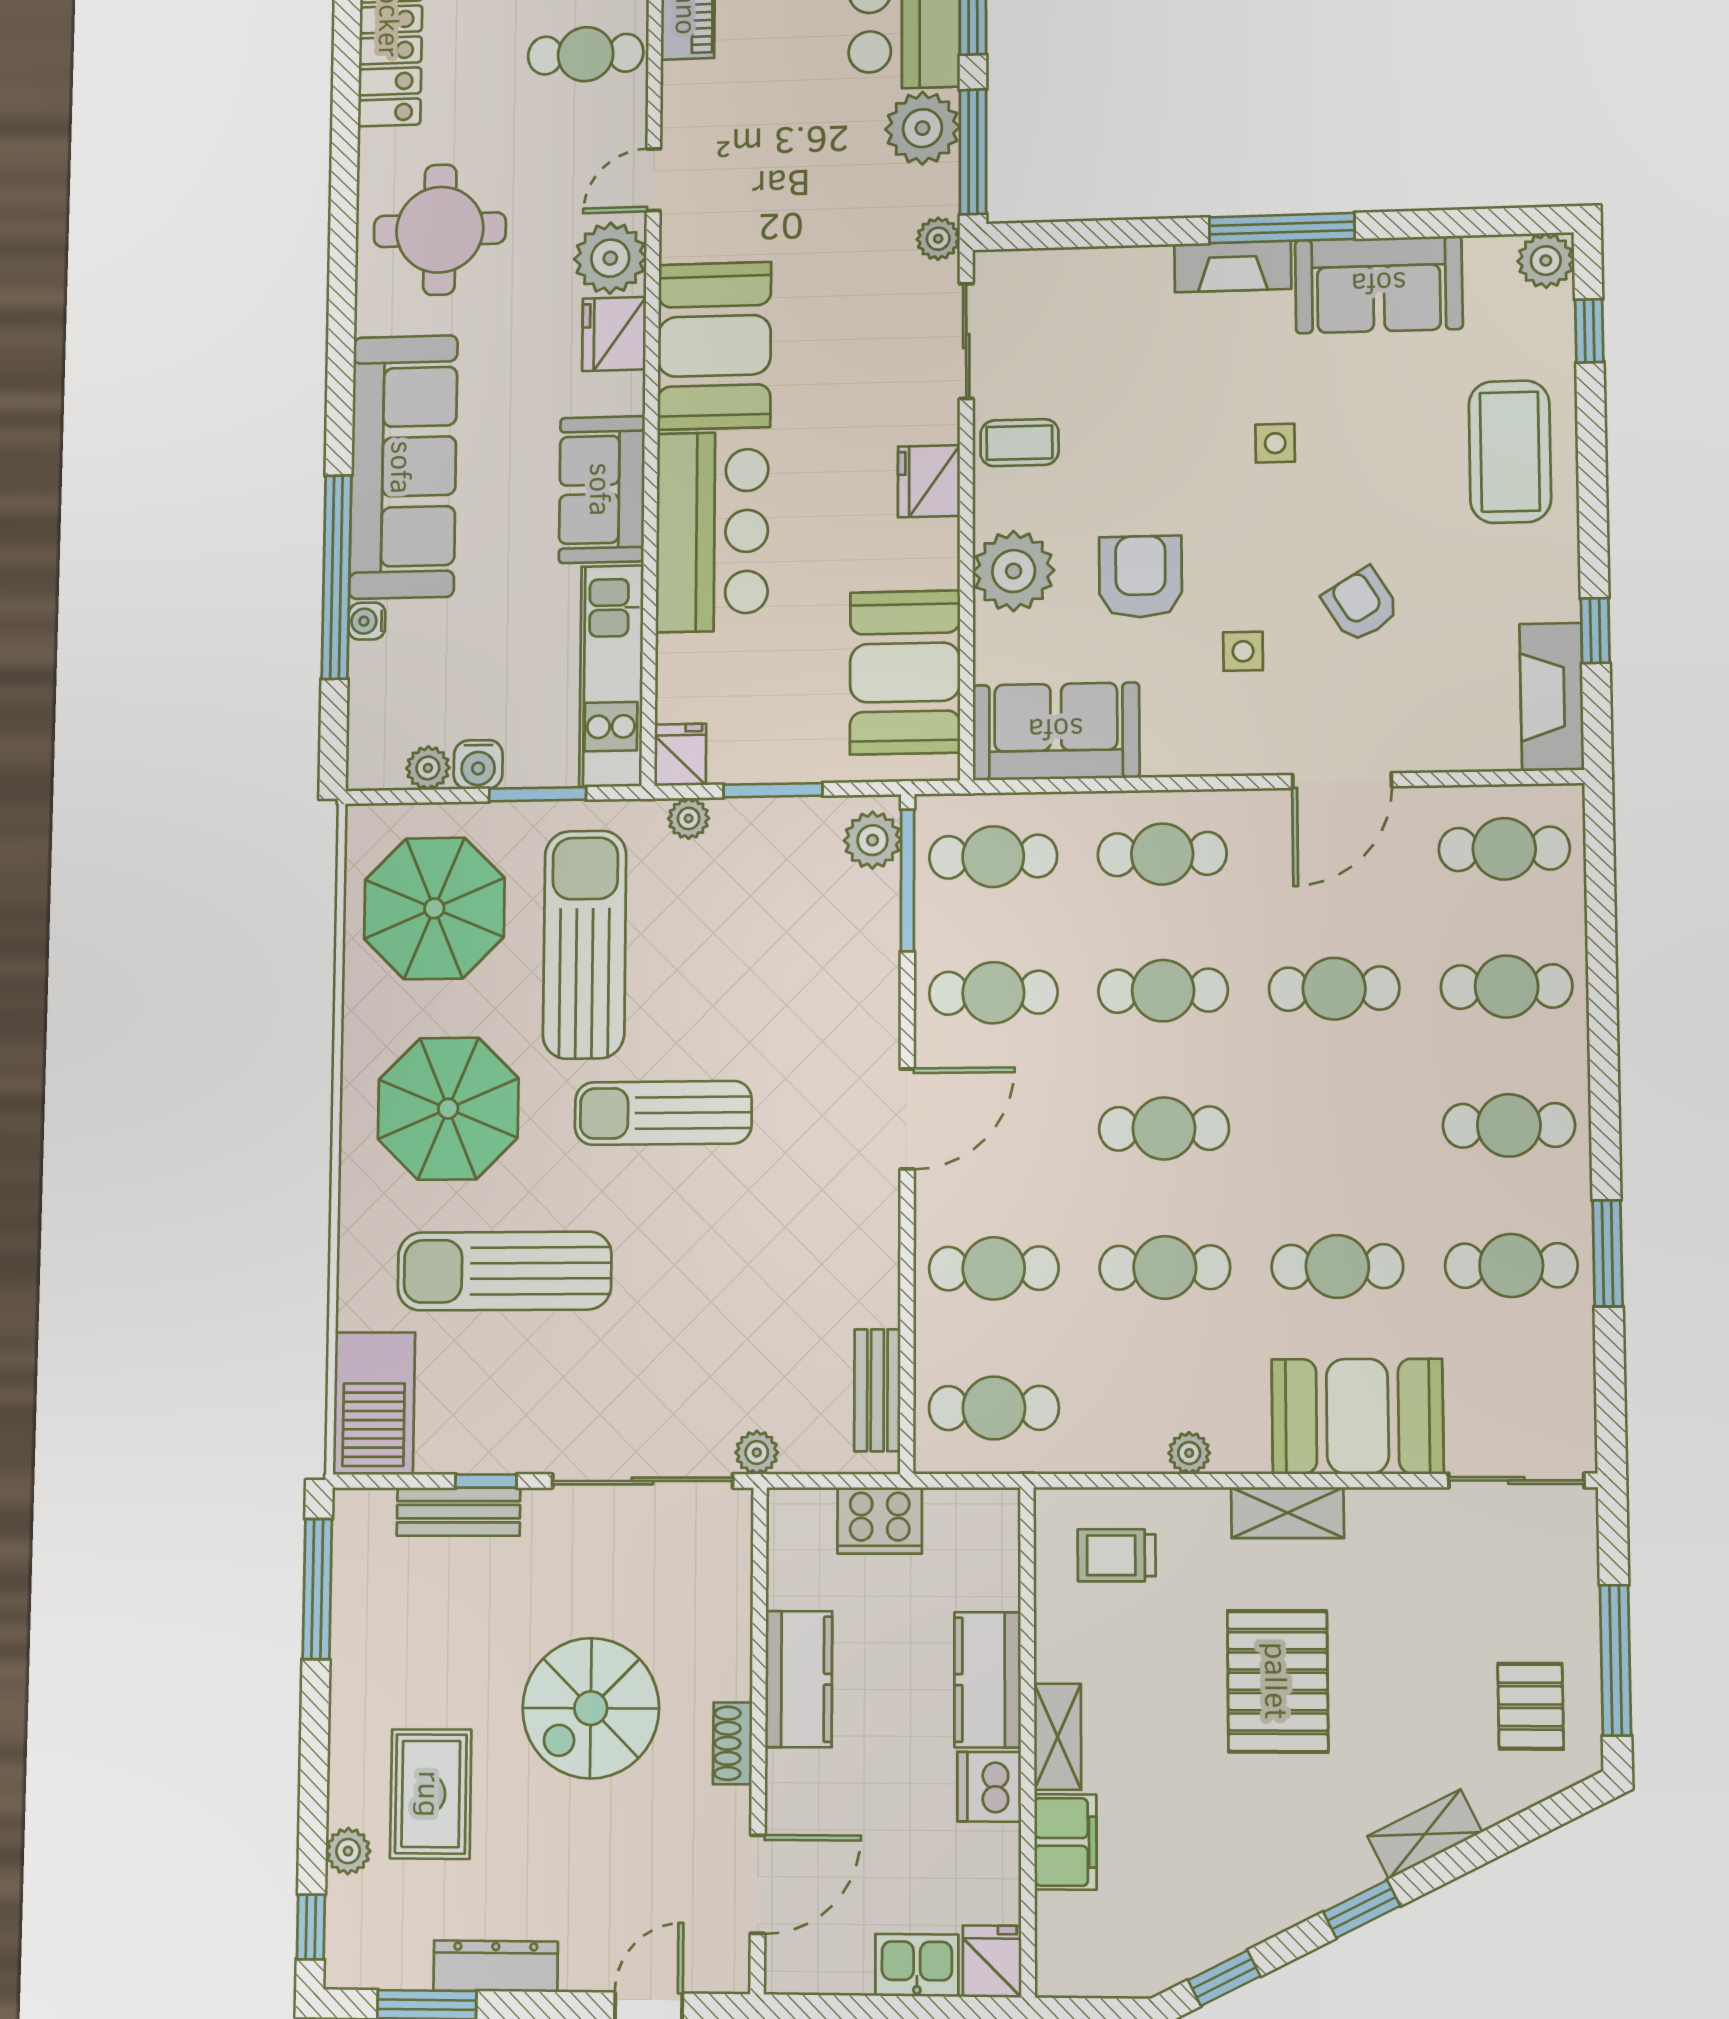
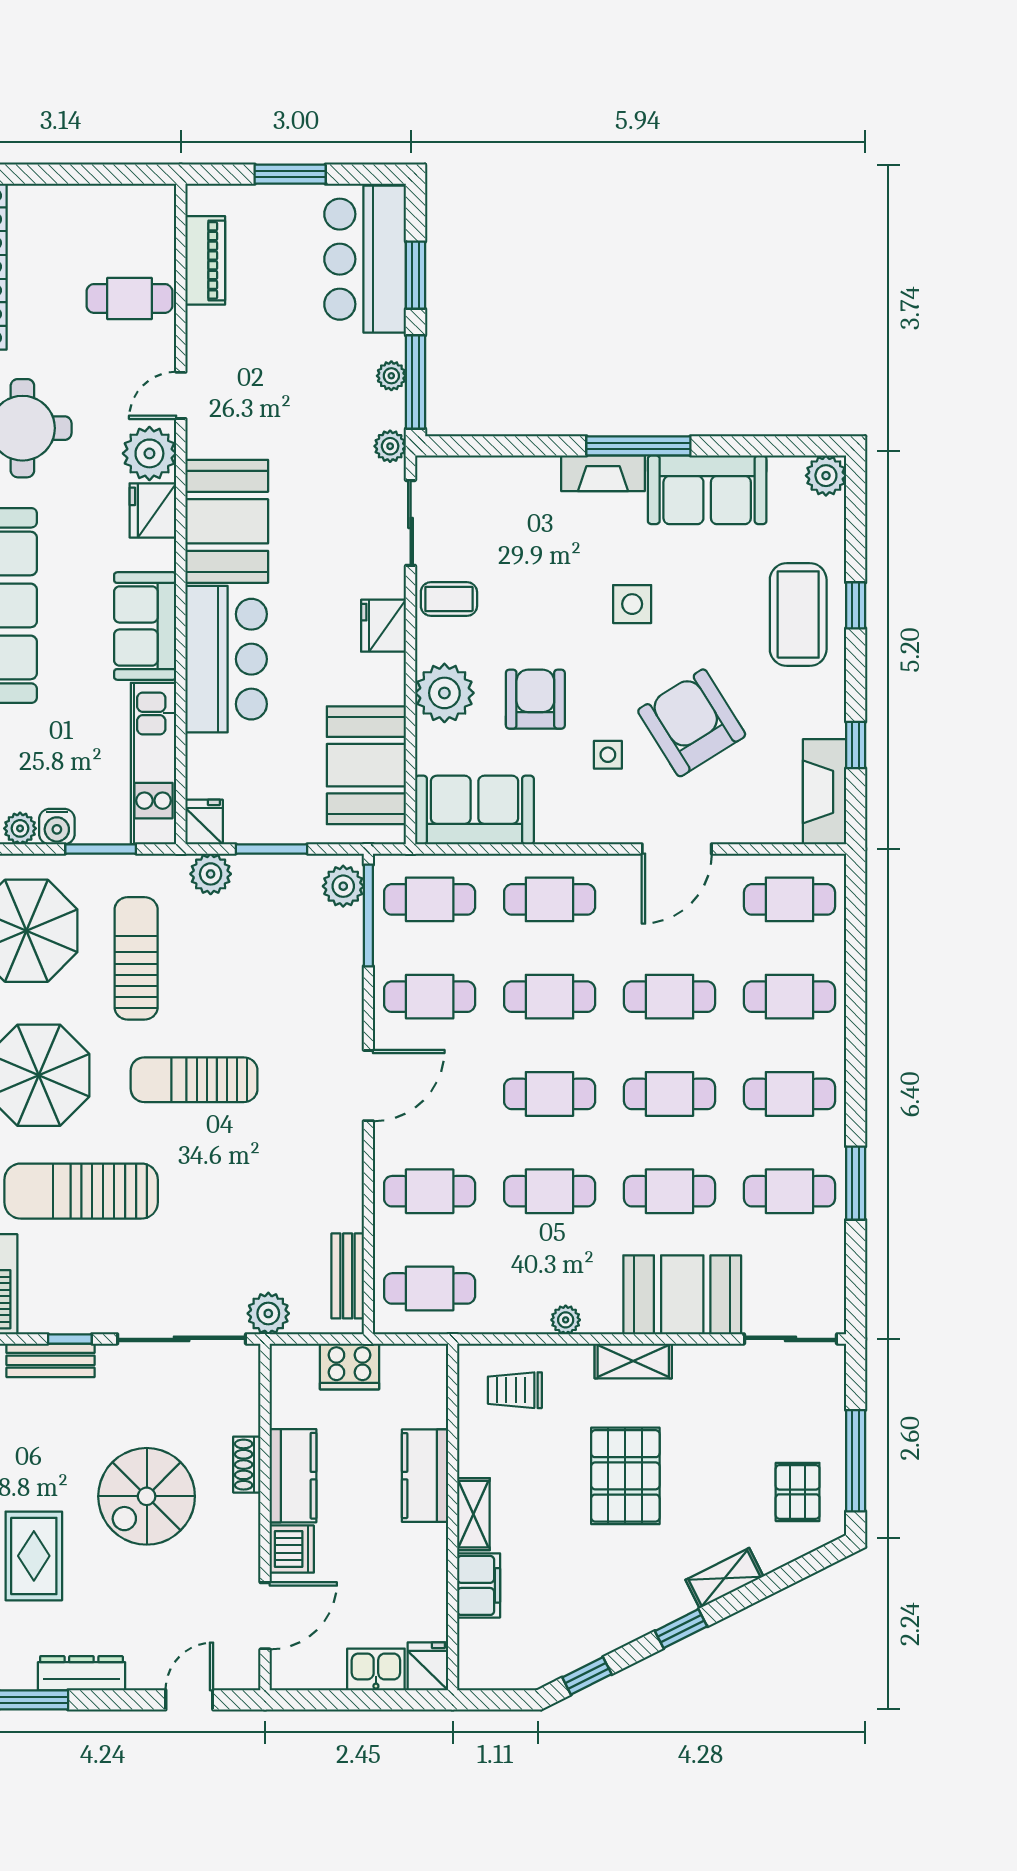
plant: (922, 128) -> (391, 376), width x0.53, depth x0.53
window: (1589, 331) -> (856, 605), moved
side table: (1275, 443) -> (632, 604), width x1.37, depth x1.37
armchair: (1361, 605) -> (692, 723), width x1.88, depth x1.88
plant: (689, 818) -> (211, 874), width x1.38, depth x1.38
sun lounger: (585, 944) -> (136, 958), width x0.73, depth x0.75
cafe table: (1336, 1127) -> (670, 1094), added
plant: (757, 1453) -> (268, 1313), width x1.38, depth x1.38
shoe rack: (733, 1743) -> (247, 1465), moved
dishwasher: (989, 1787) -> (292, 1549), moved, turned 180

